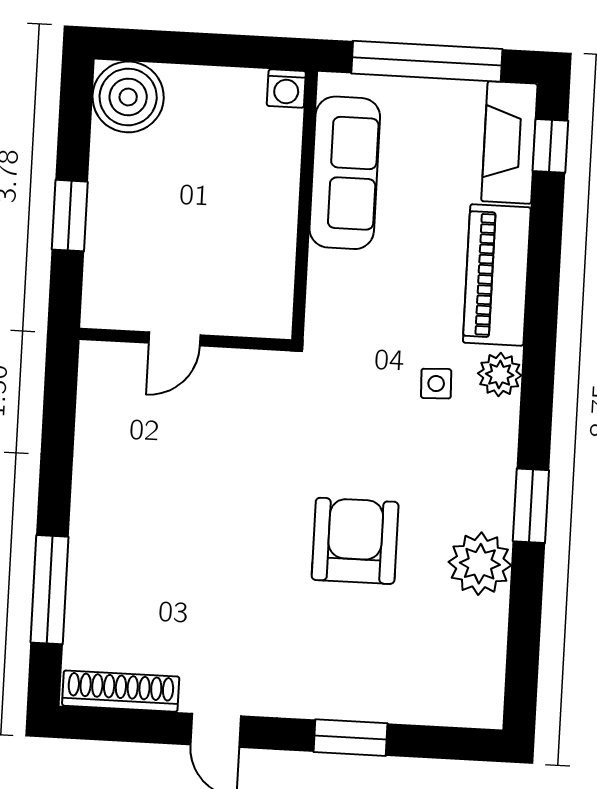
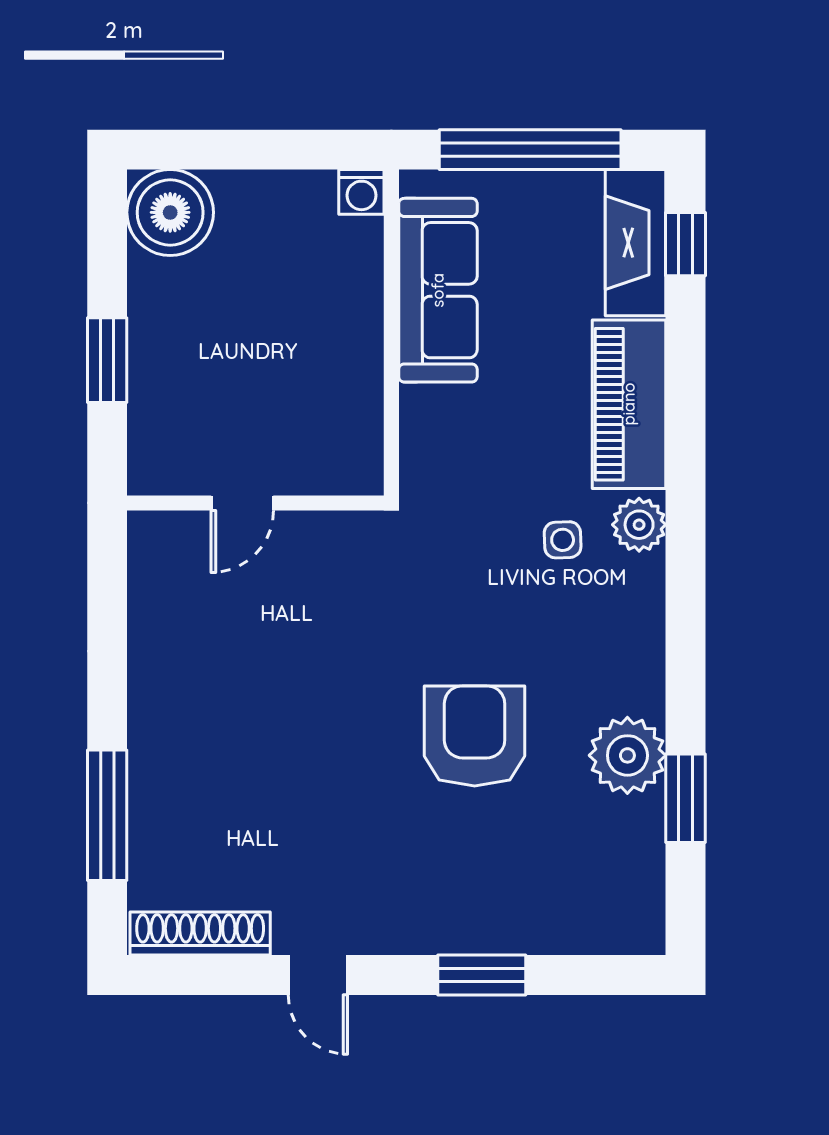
window: (531, 506) -> (686, 798), moved

